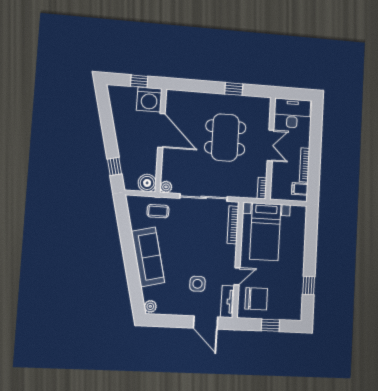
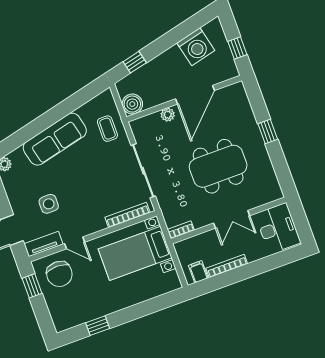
window: (234, 89) -> (268, 132), moved
washing machine: (149, 99) -> (196, 47), moved, turned -103
plant: (166, 187) -> (168, 115), moved
window: (270, 325) -> (32, 286), moved

